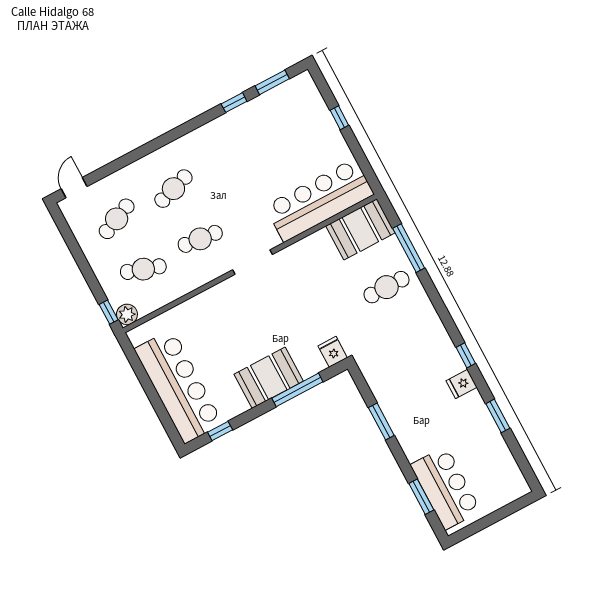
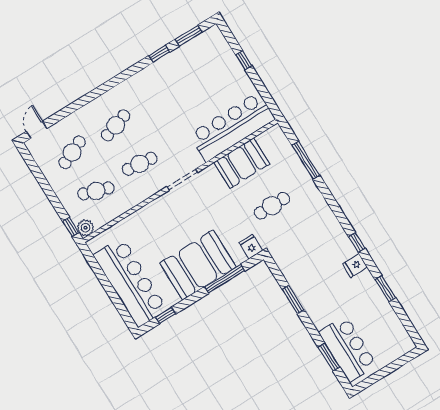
booth: (360, 229) -> (242, 163), moved
cafe table: (386, 287) -> (272, 206), moved
booth: (269, 378) -> (198, 265), width x1.36, depth x1.42

